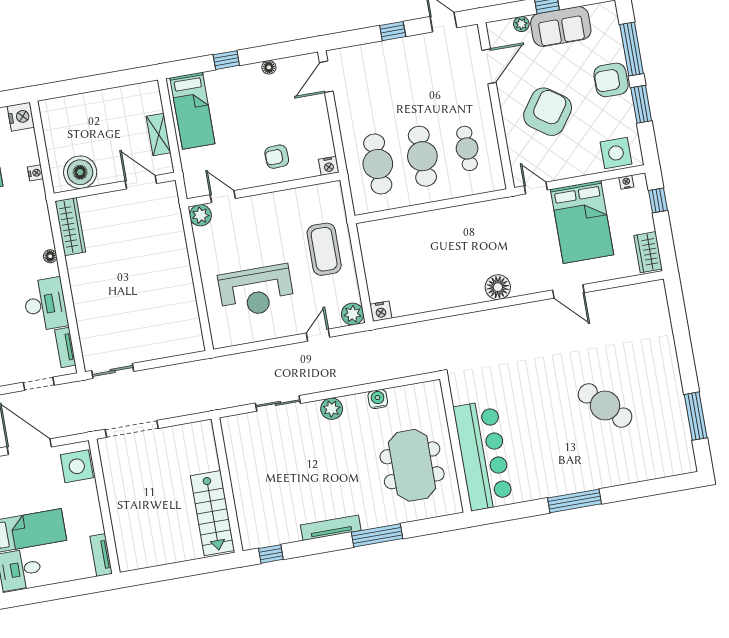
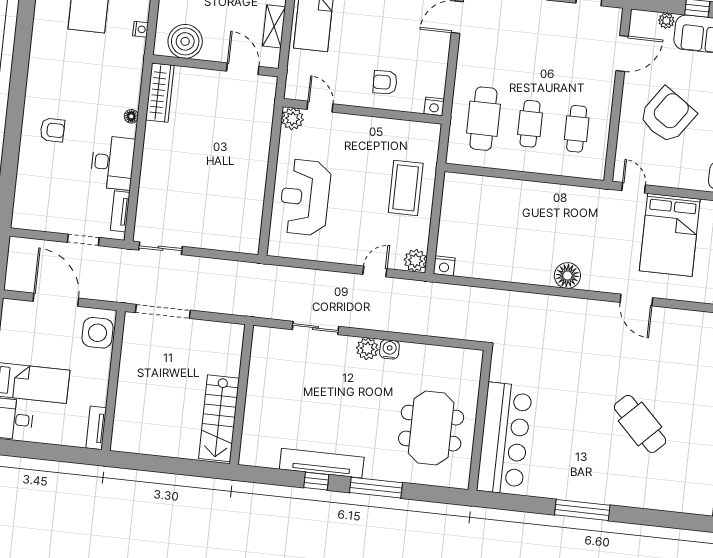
cafe table: (422, 156) -> (530, 124), width x0.73, depth x0.74
reception desk: (256, 291) -> (305, 197), moved, turned 90
water cooler: (378, 399) -> (389, 349), moved
tv unit: (331, 528) -> (322, 463), width x1.36, depth x1.29
window: (271, 554) -> (316, 481), moved

